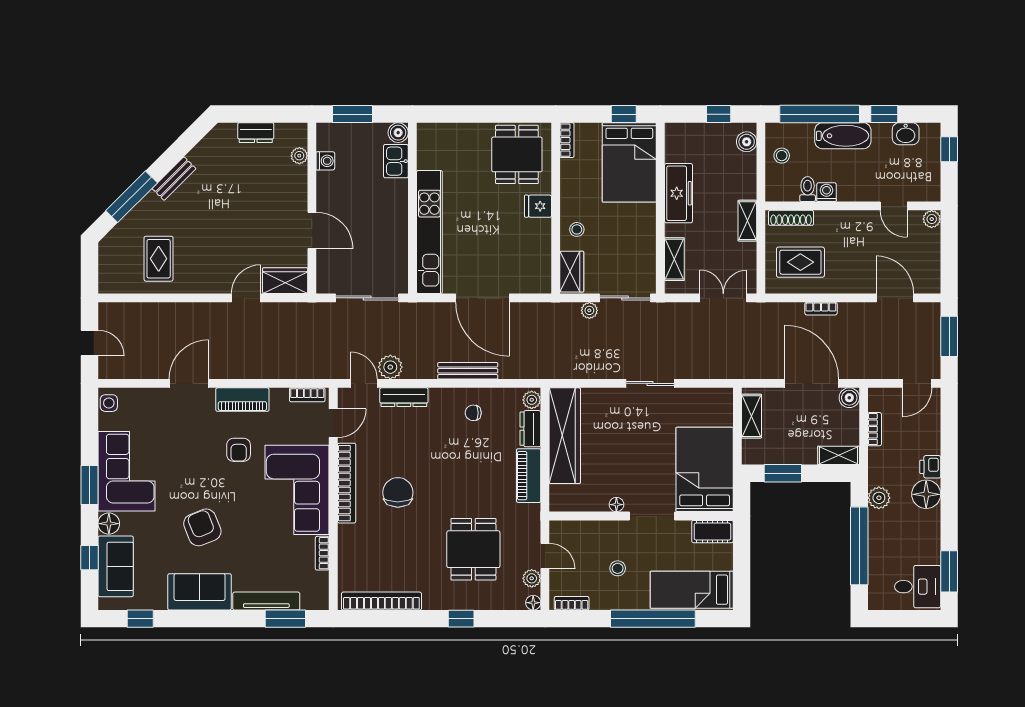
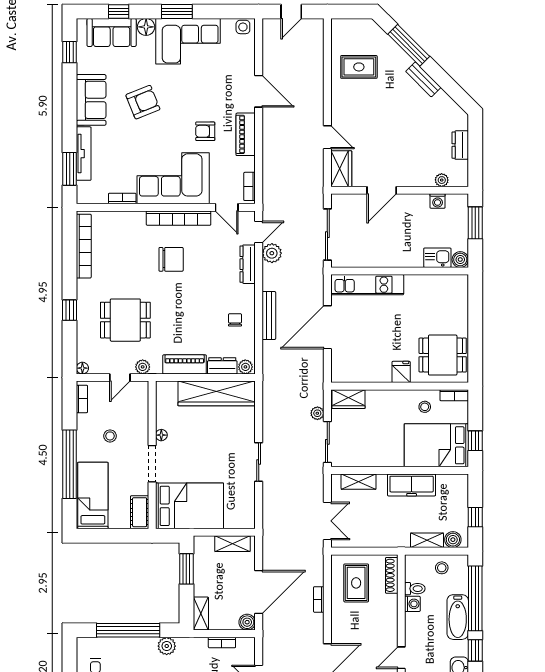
shelving: (747, 221) -> (427, 540), moved
stool: (577, 229) -> (425, 407), moved
kitchen unit: (429, 232) -> (367, 285), width x0.73
plant: (532, 578) -> (143, 367), moved

